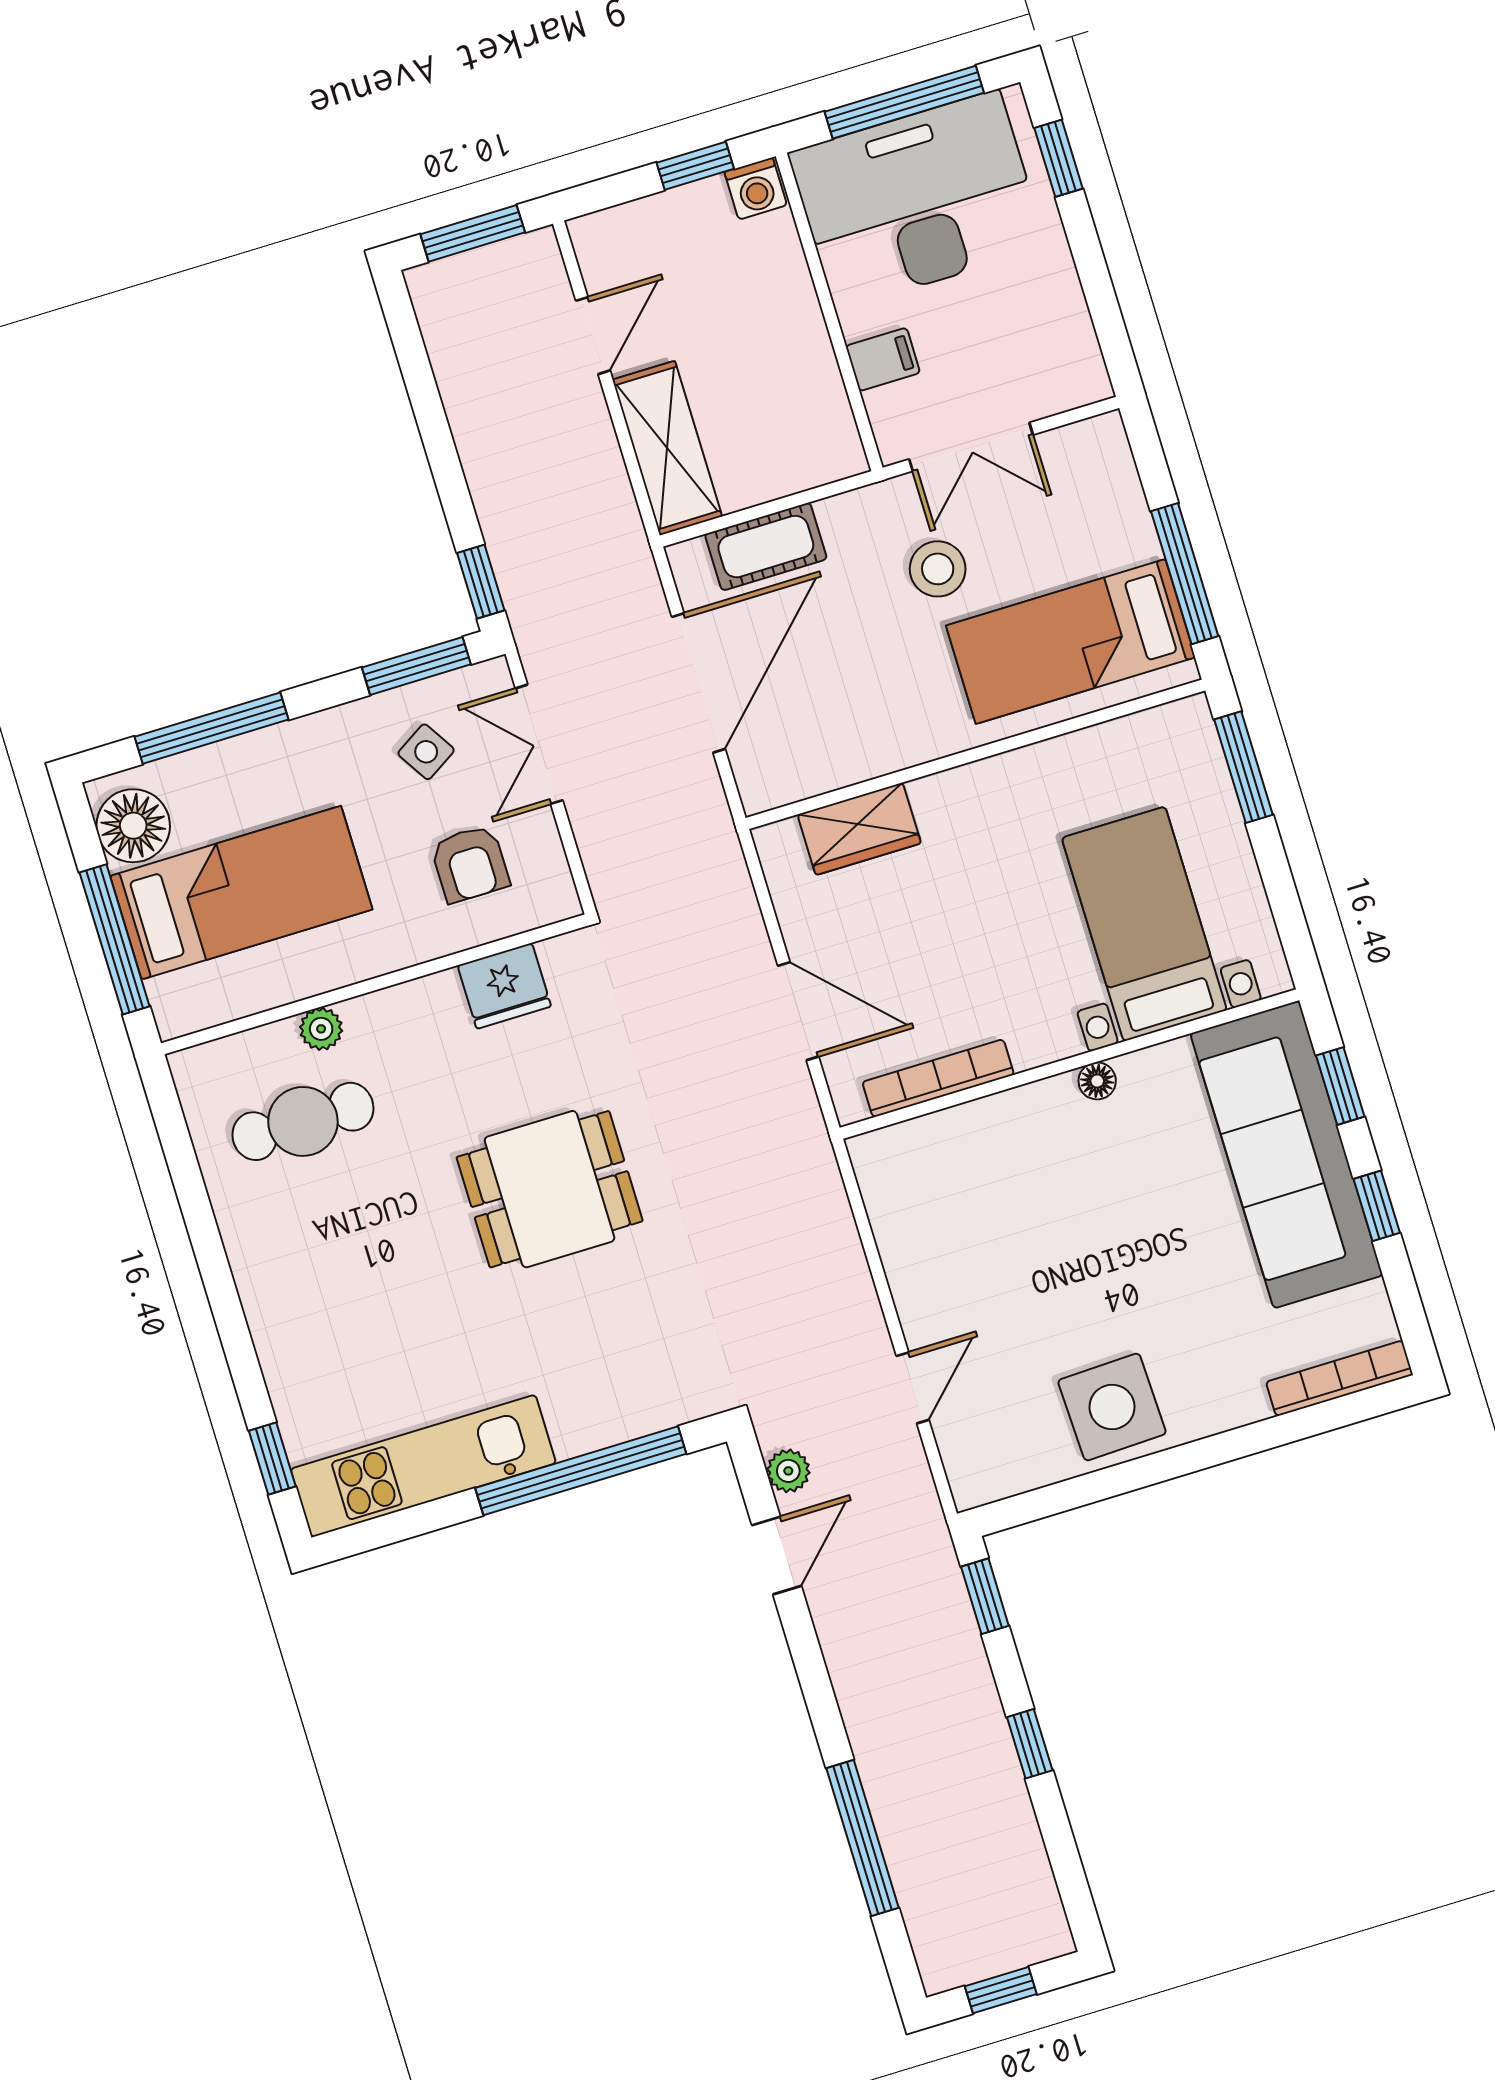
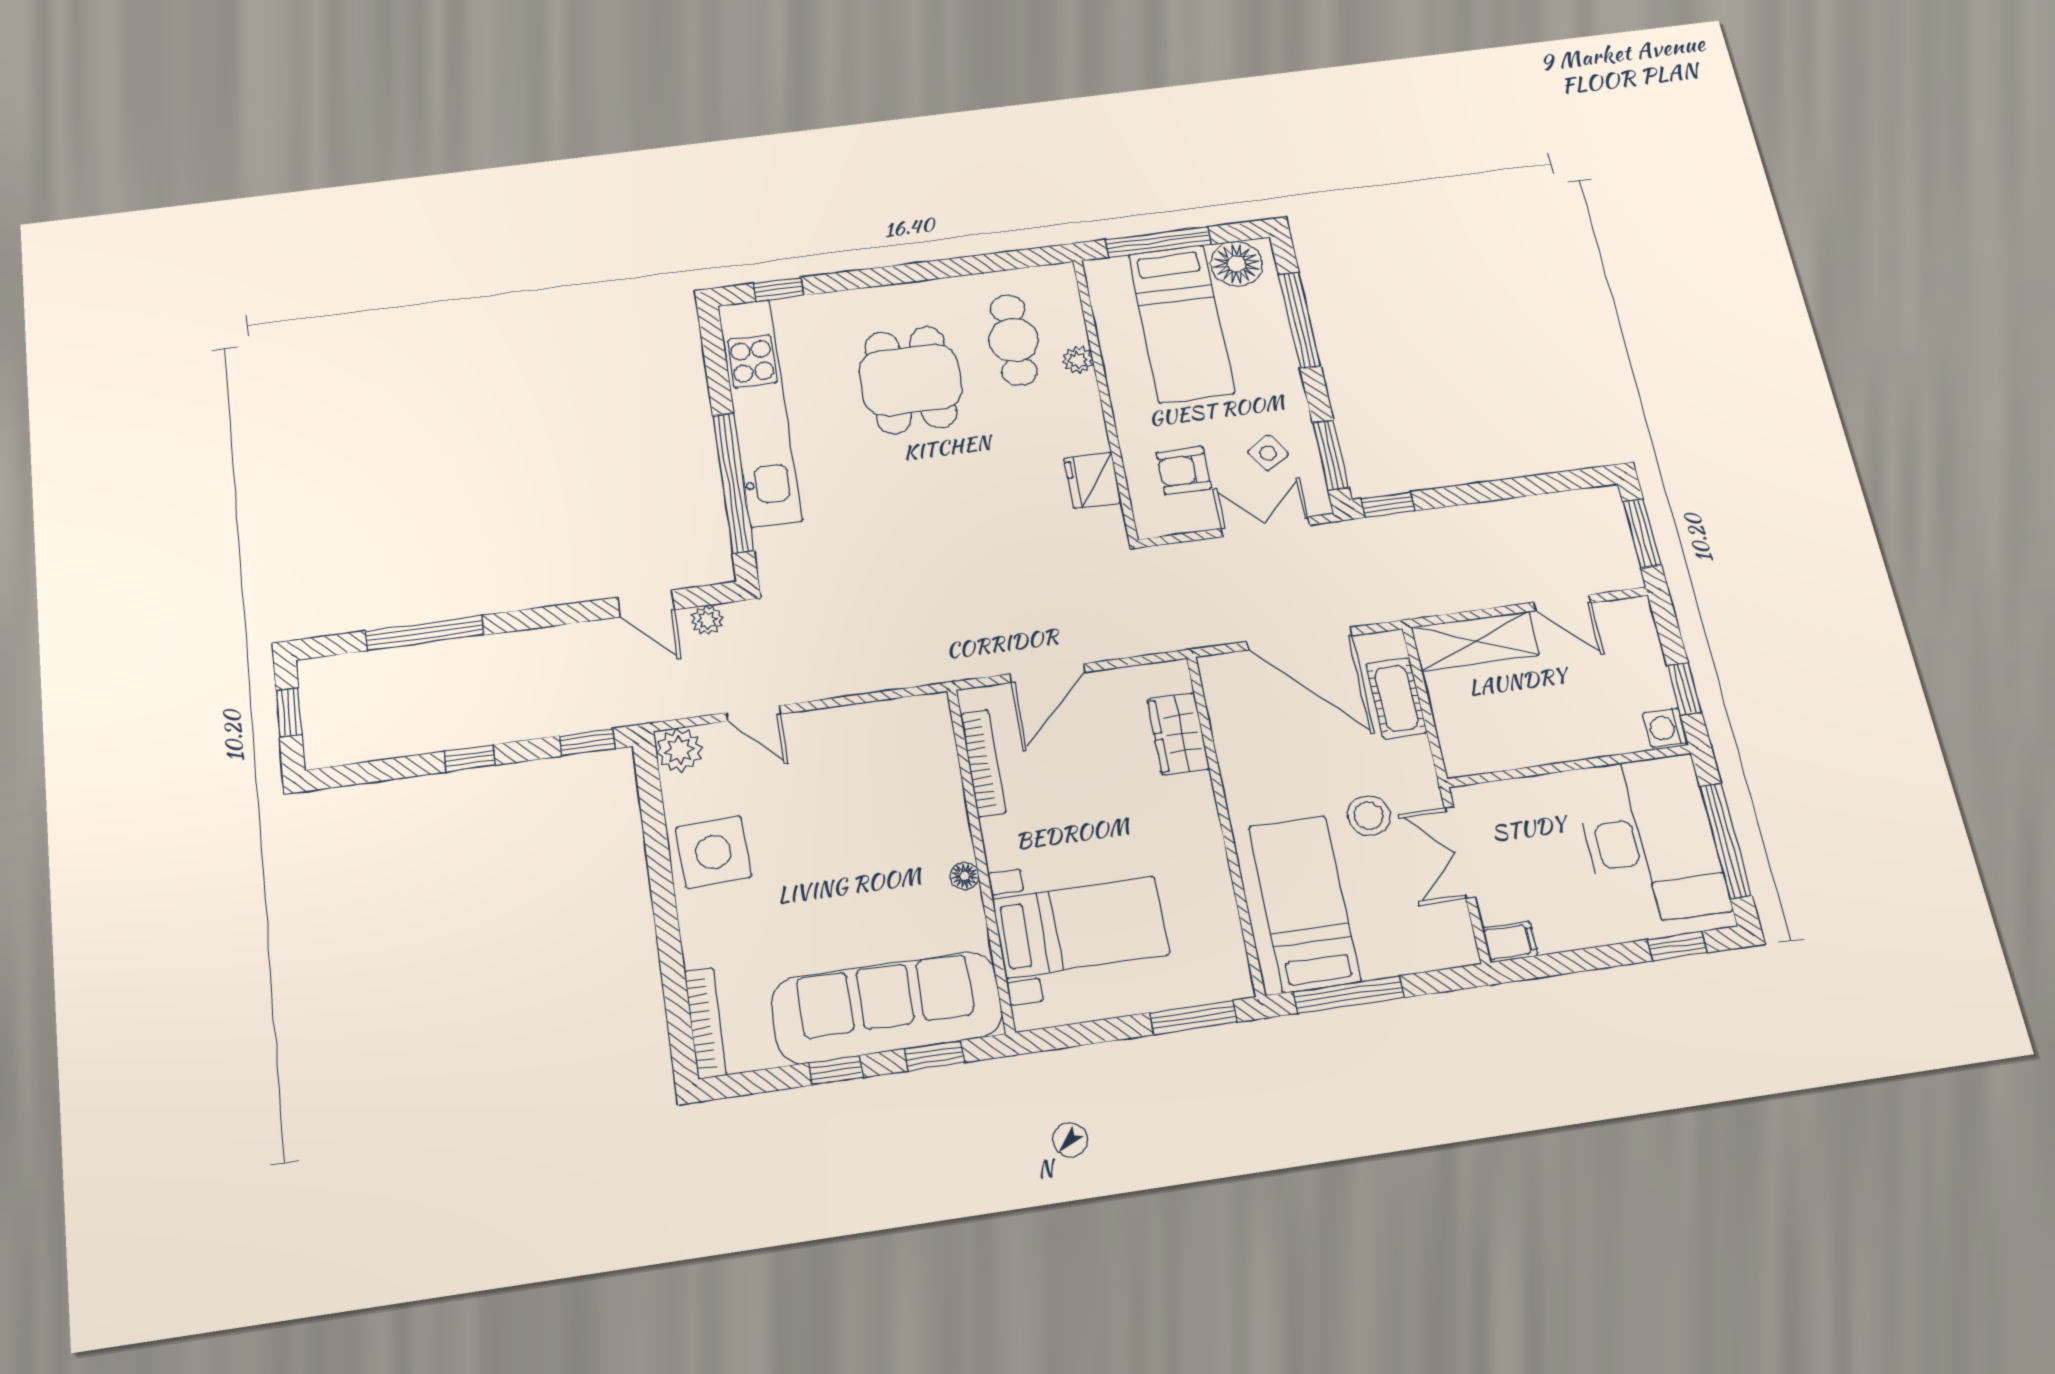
filing cabinet: (883, 359) -> (1510, 942), moved, turned -90
dining table: (550, 1189) -> (910, 380), moved
kitchen unit: (423, 1466) -> (760, 412), width x1.36
plant: (979, 1475) -> (679, 750), added

